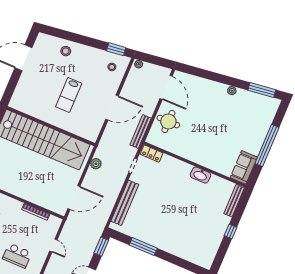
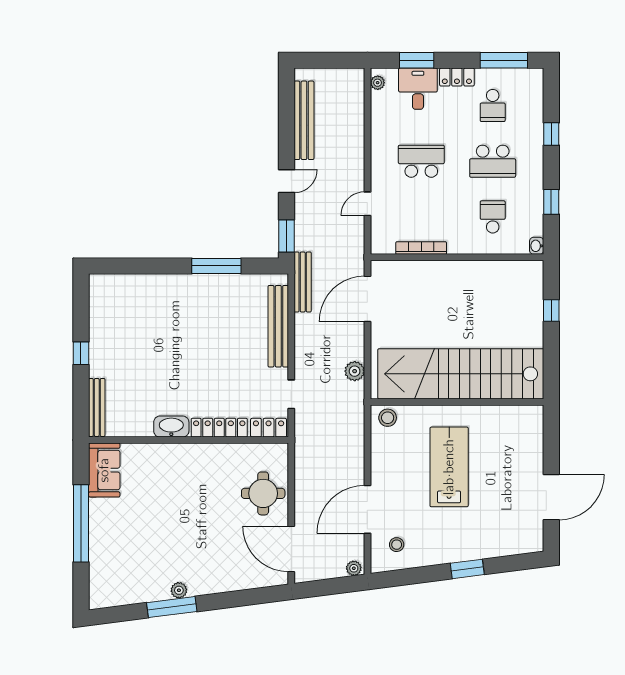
window: (116, 49) -> (467, 569), moved
stool: (66, 51) -> (388, 418), moved
window: (262, 90) -> (172, 607), moved
lab bench: (69, 95) -> (449, 467), width x1.36, depth x1.39
door: (112, 108) -> (367, 509), moved
bench: (141, 131) -> (303, 282), moved
locker: (176, 164) -> (219, 428), added
door: (53, 246) -> (367, 204), hinge flipped

